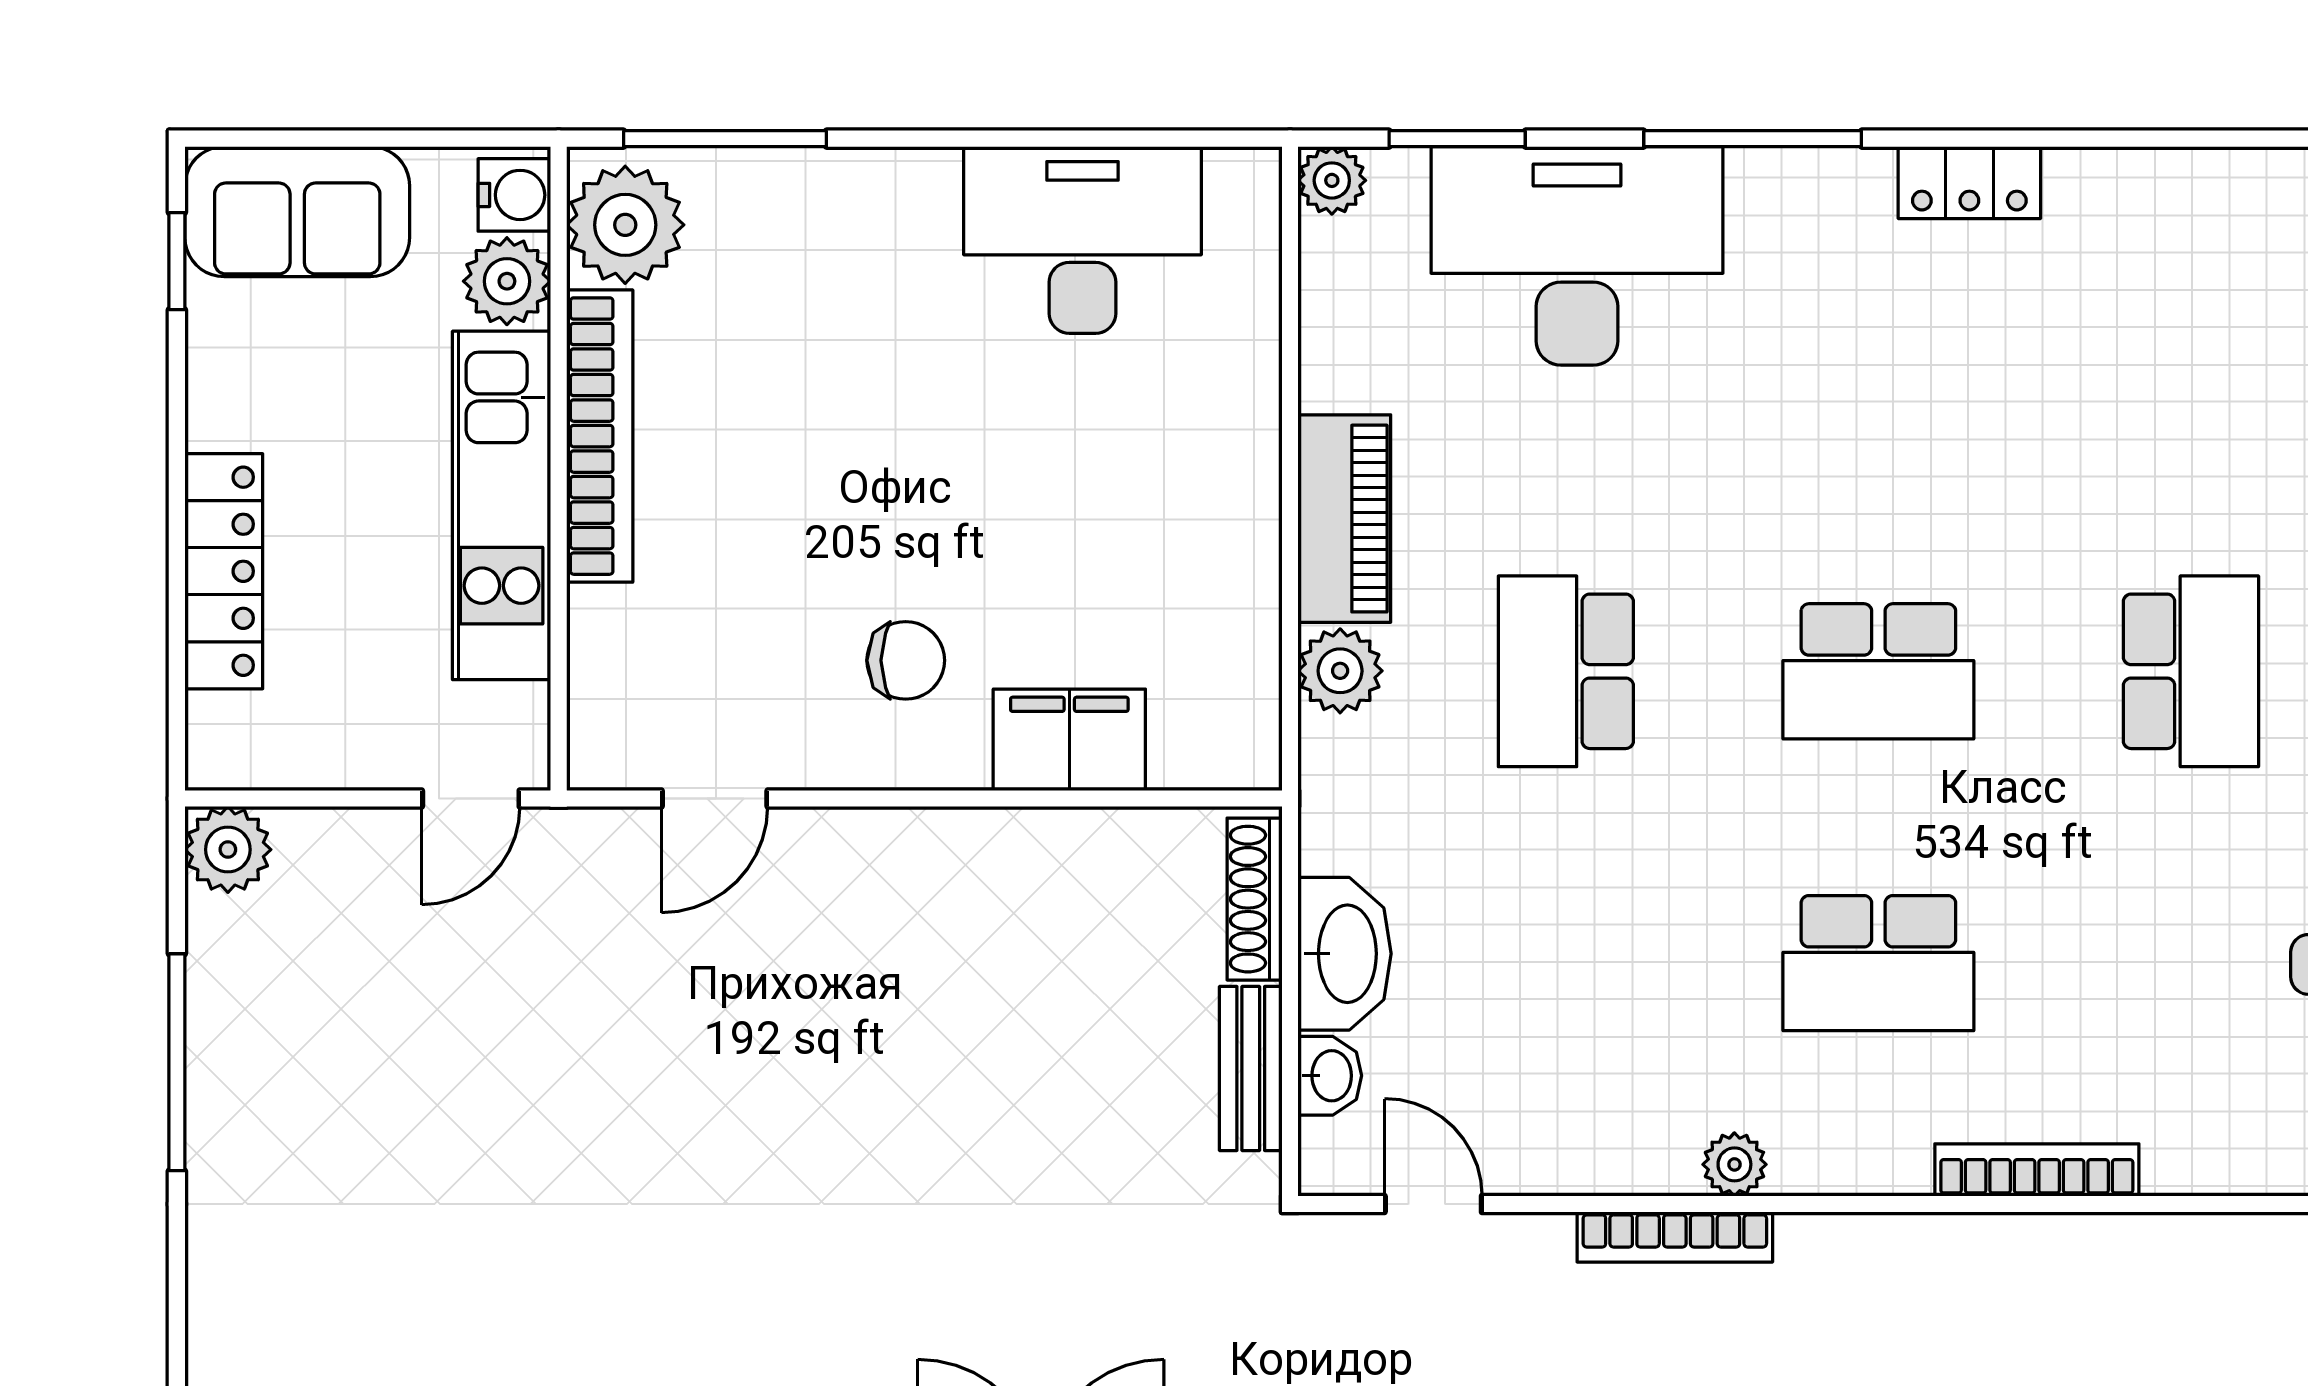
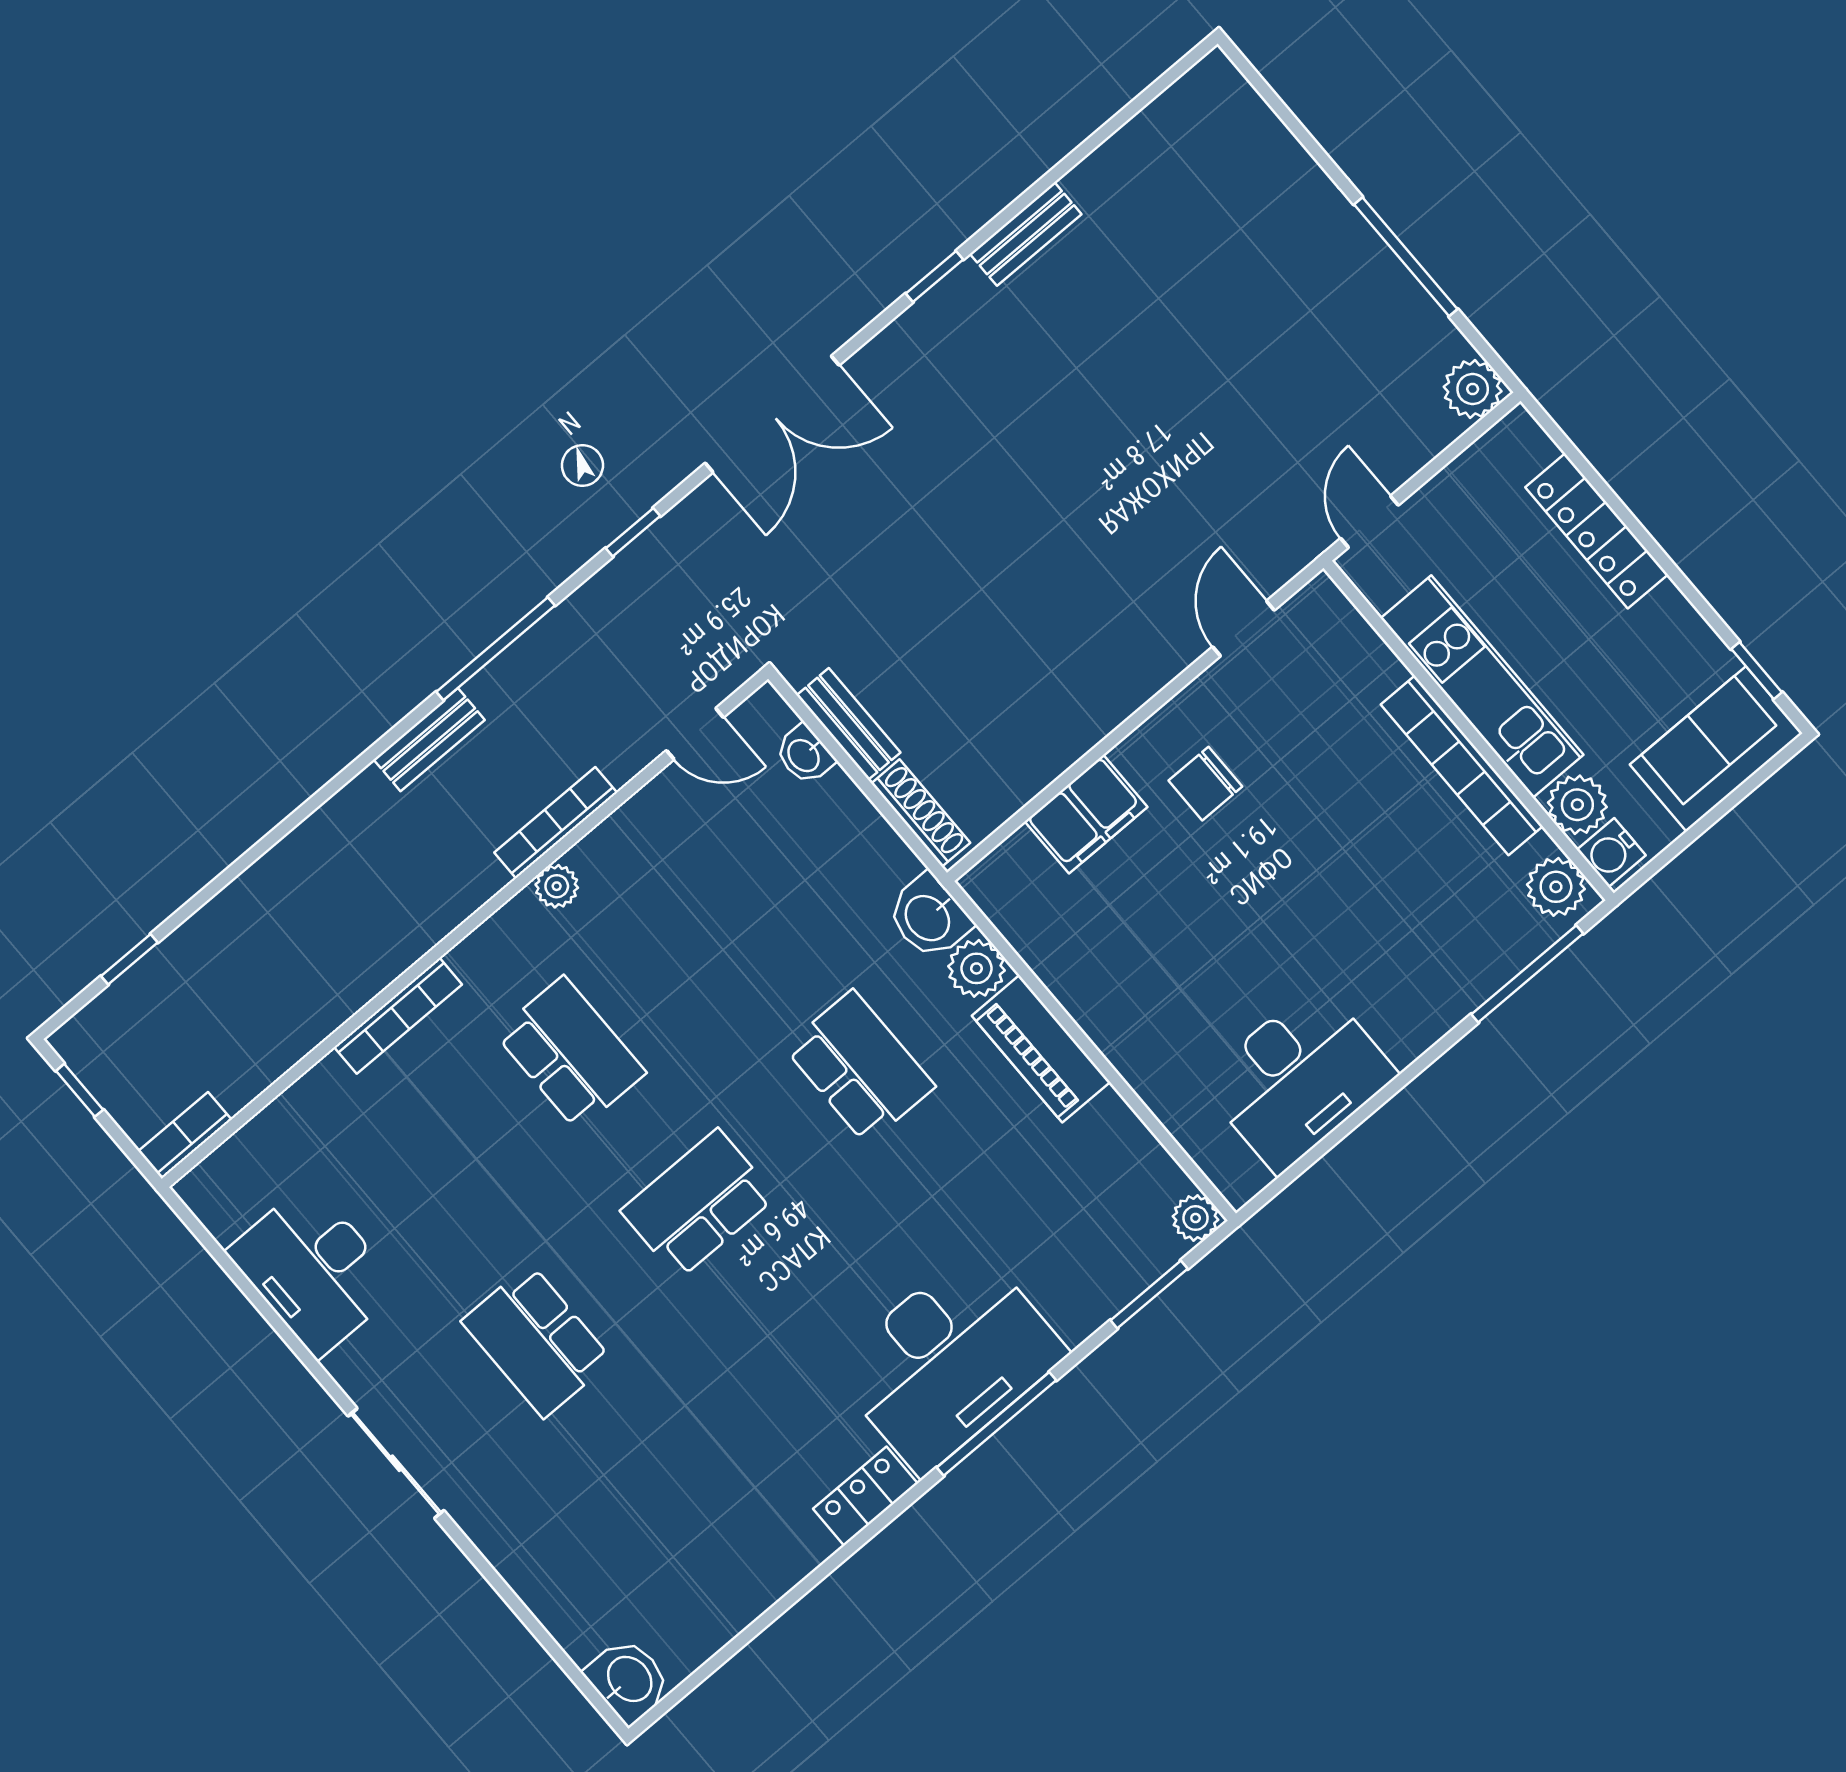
plant: (625, 225) -> (1556, 887), width x0.73, depth x0.73
desk: (1577, 256) -> (949, 1360), moved
washbasin: (1345, 954) -> (929, 917), moved, width x0.72
school desk: (1878, 963) -> (570, 1053), turned 90

